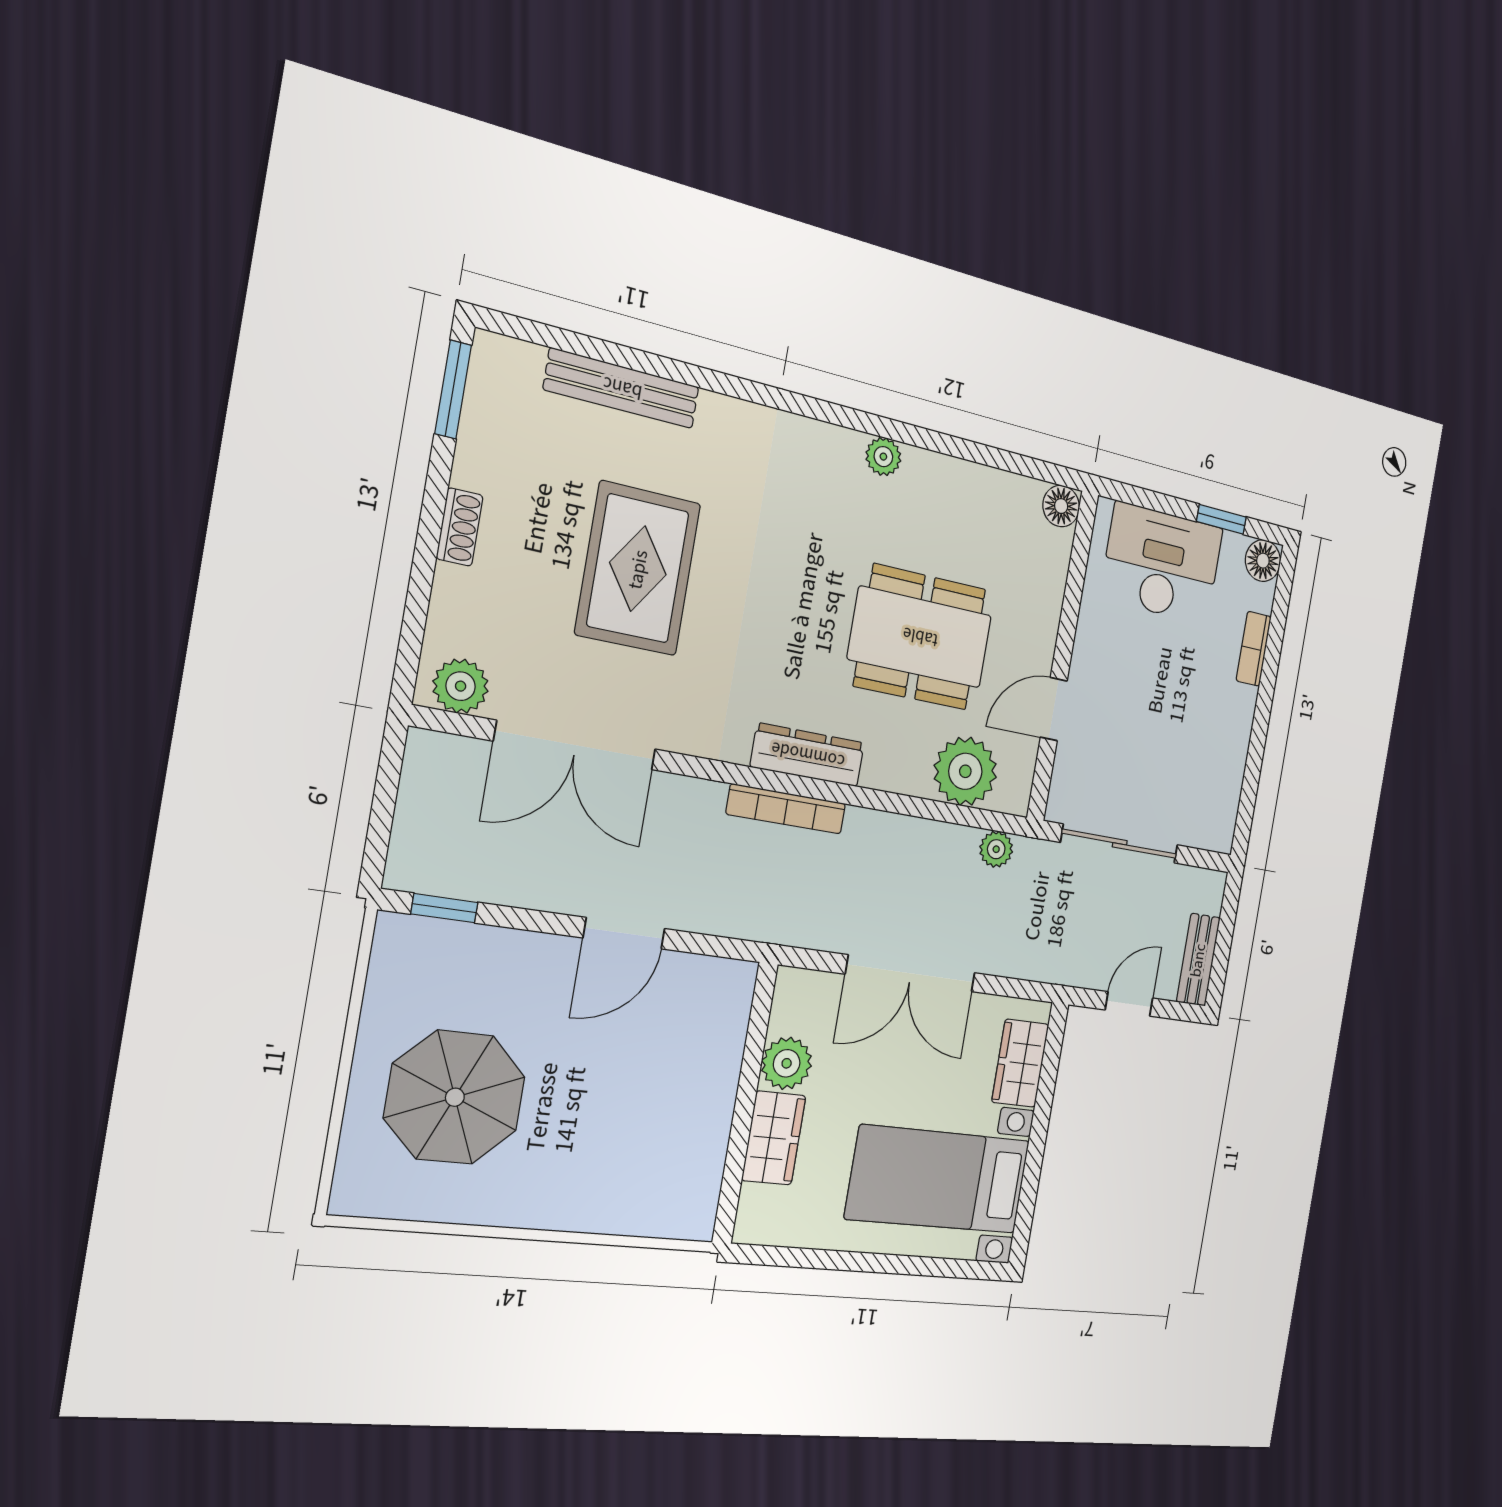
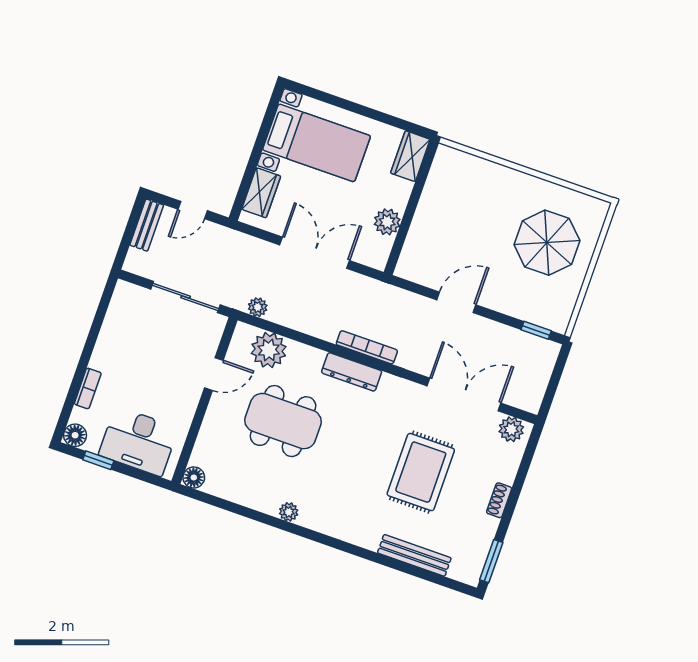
wardrobe: (774, 1138) -> (410, 156), moved

